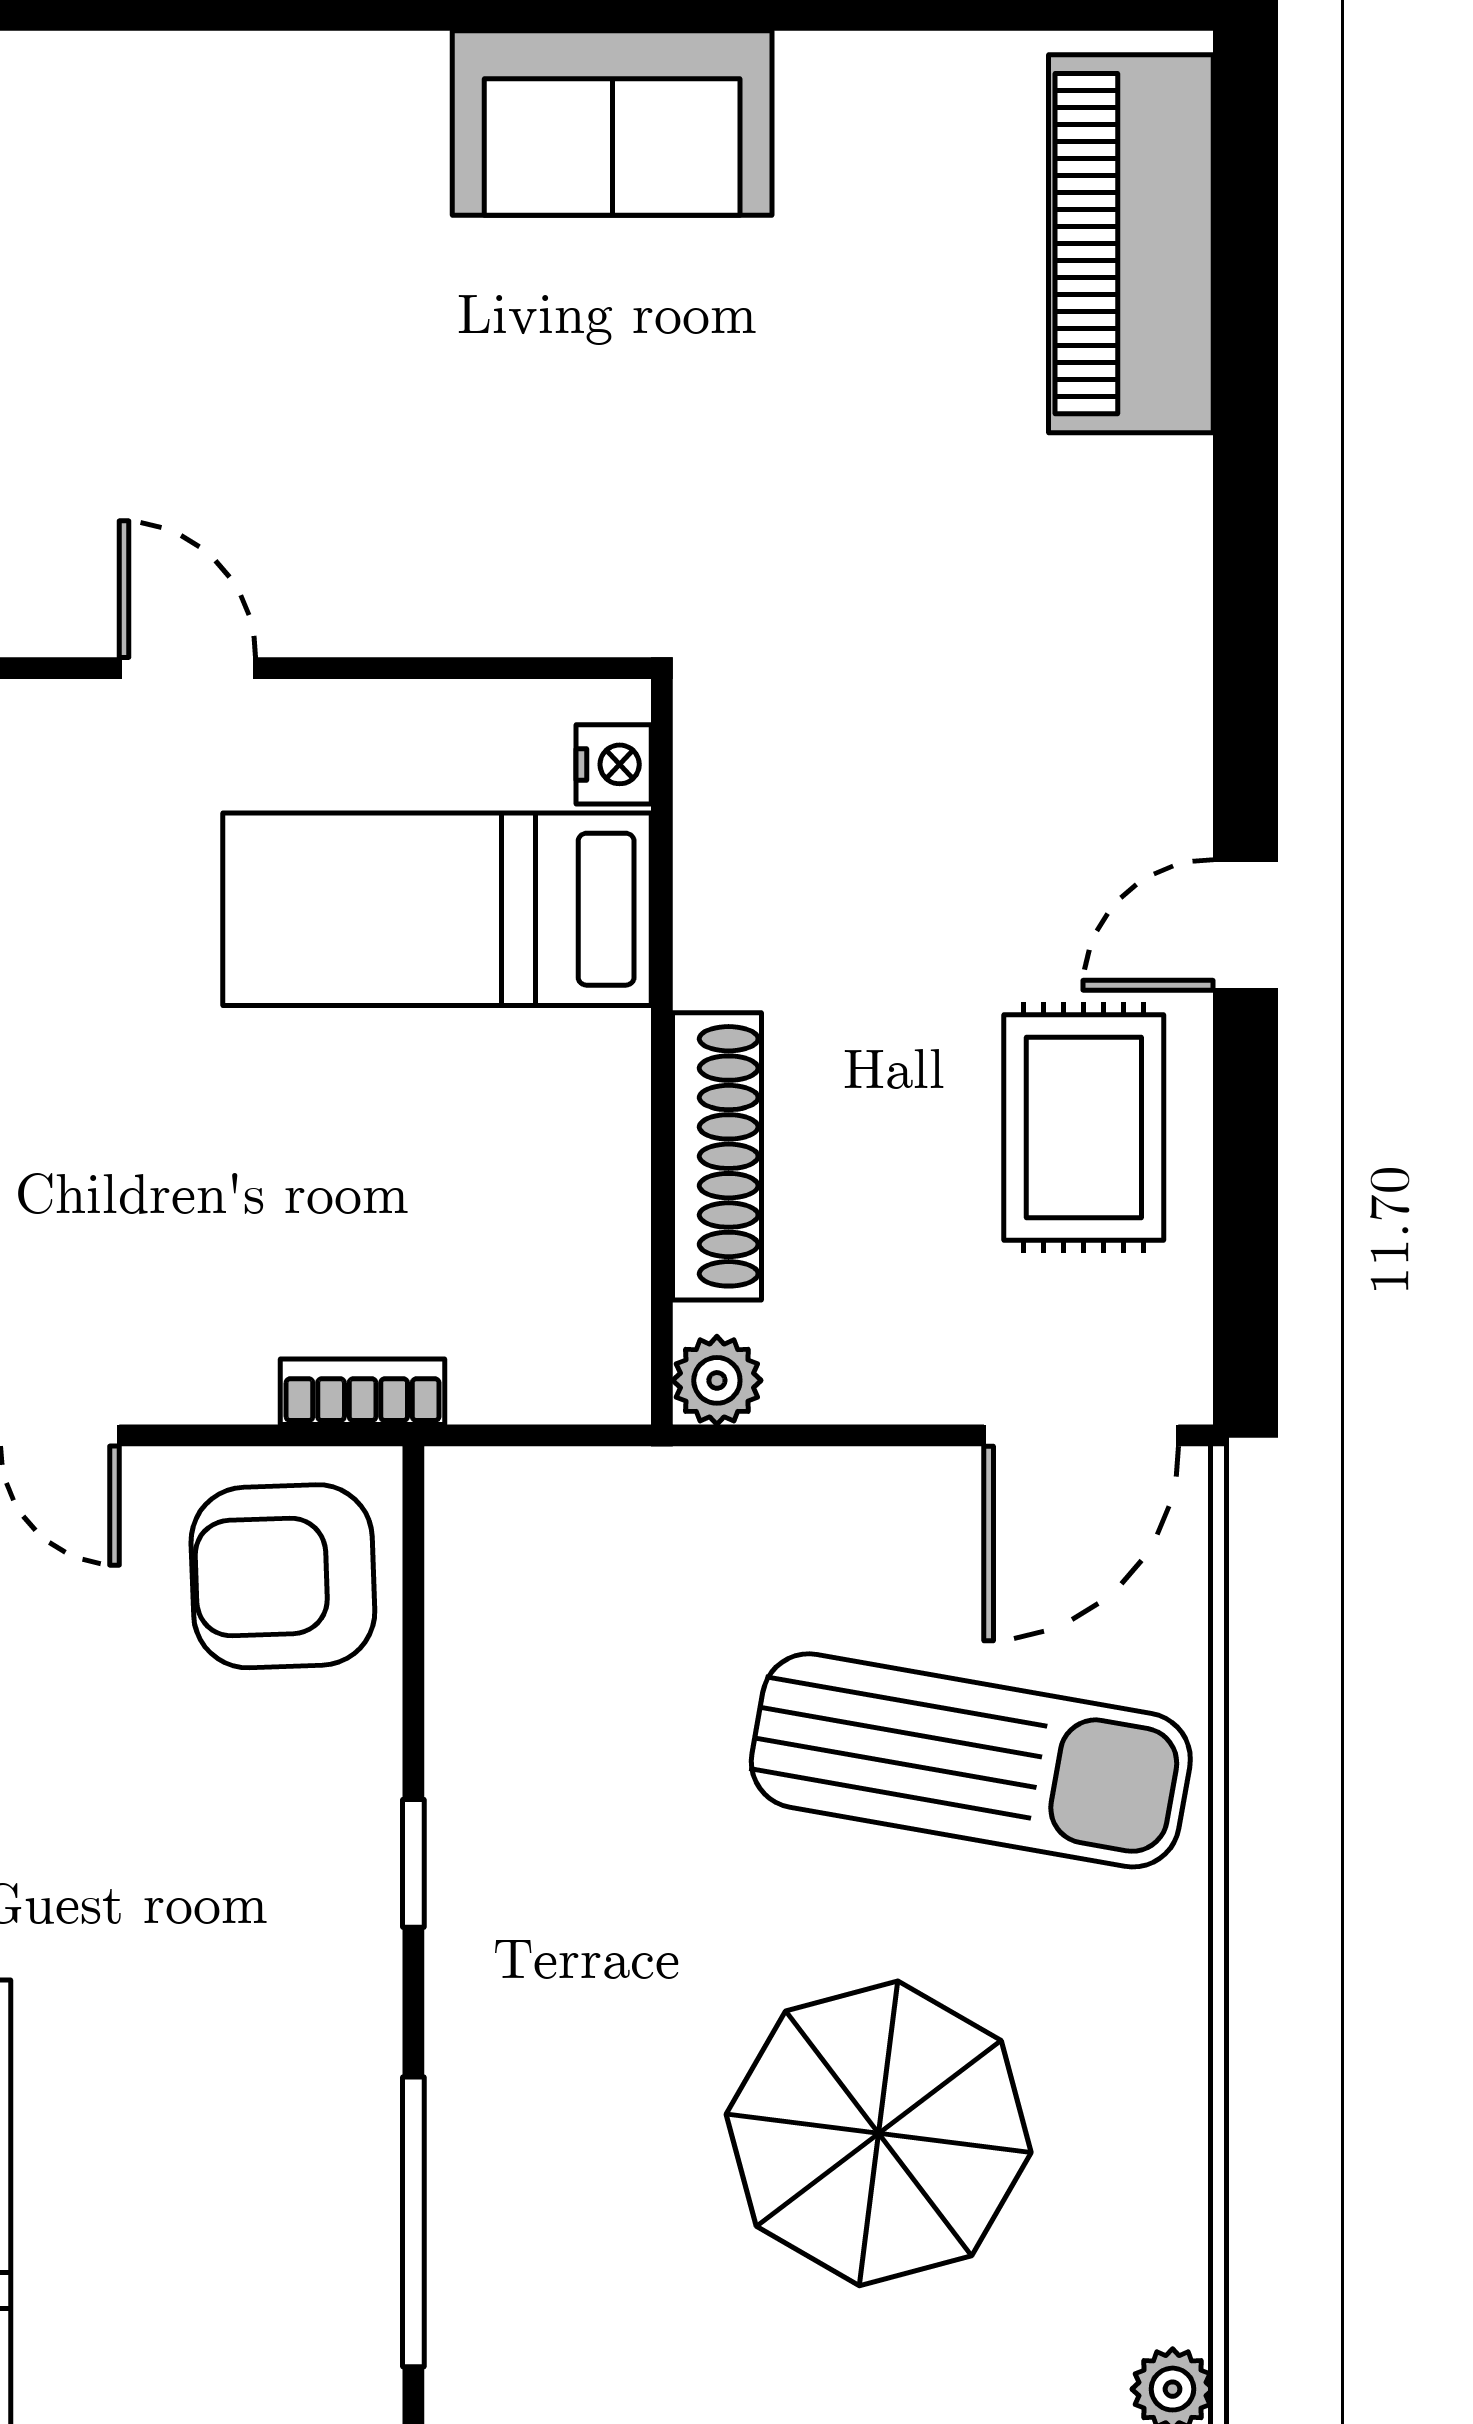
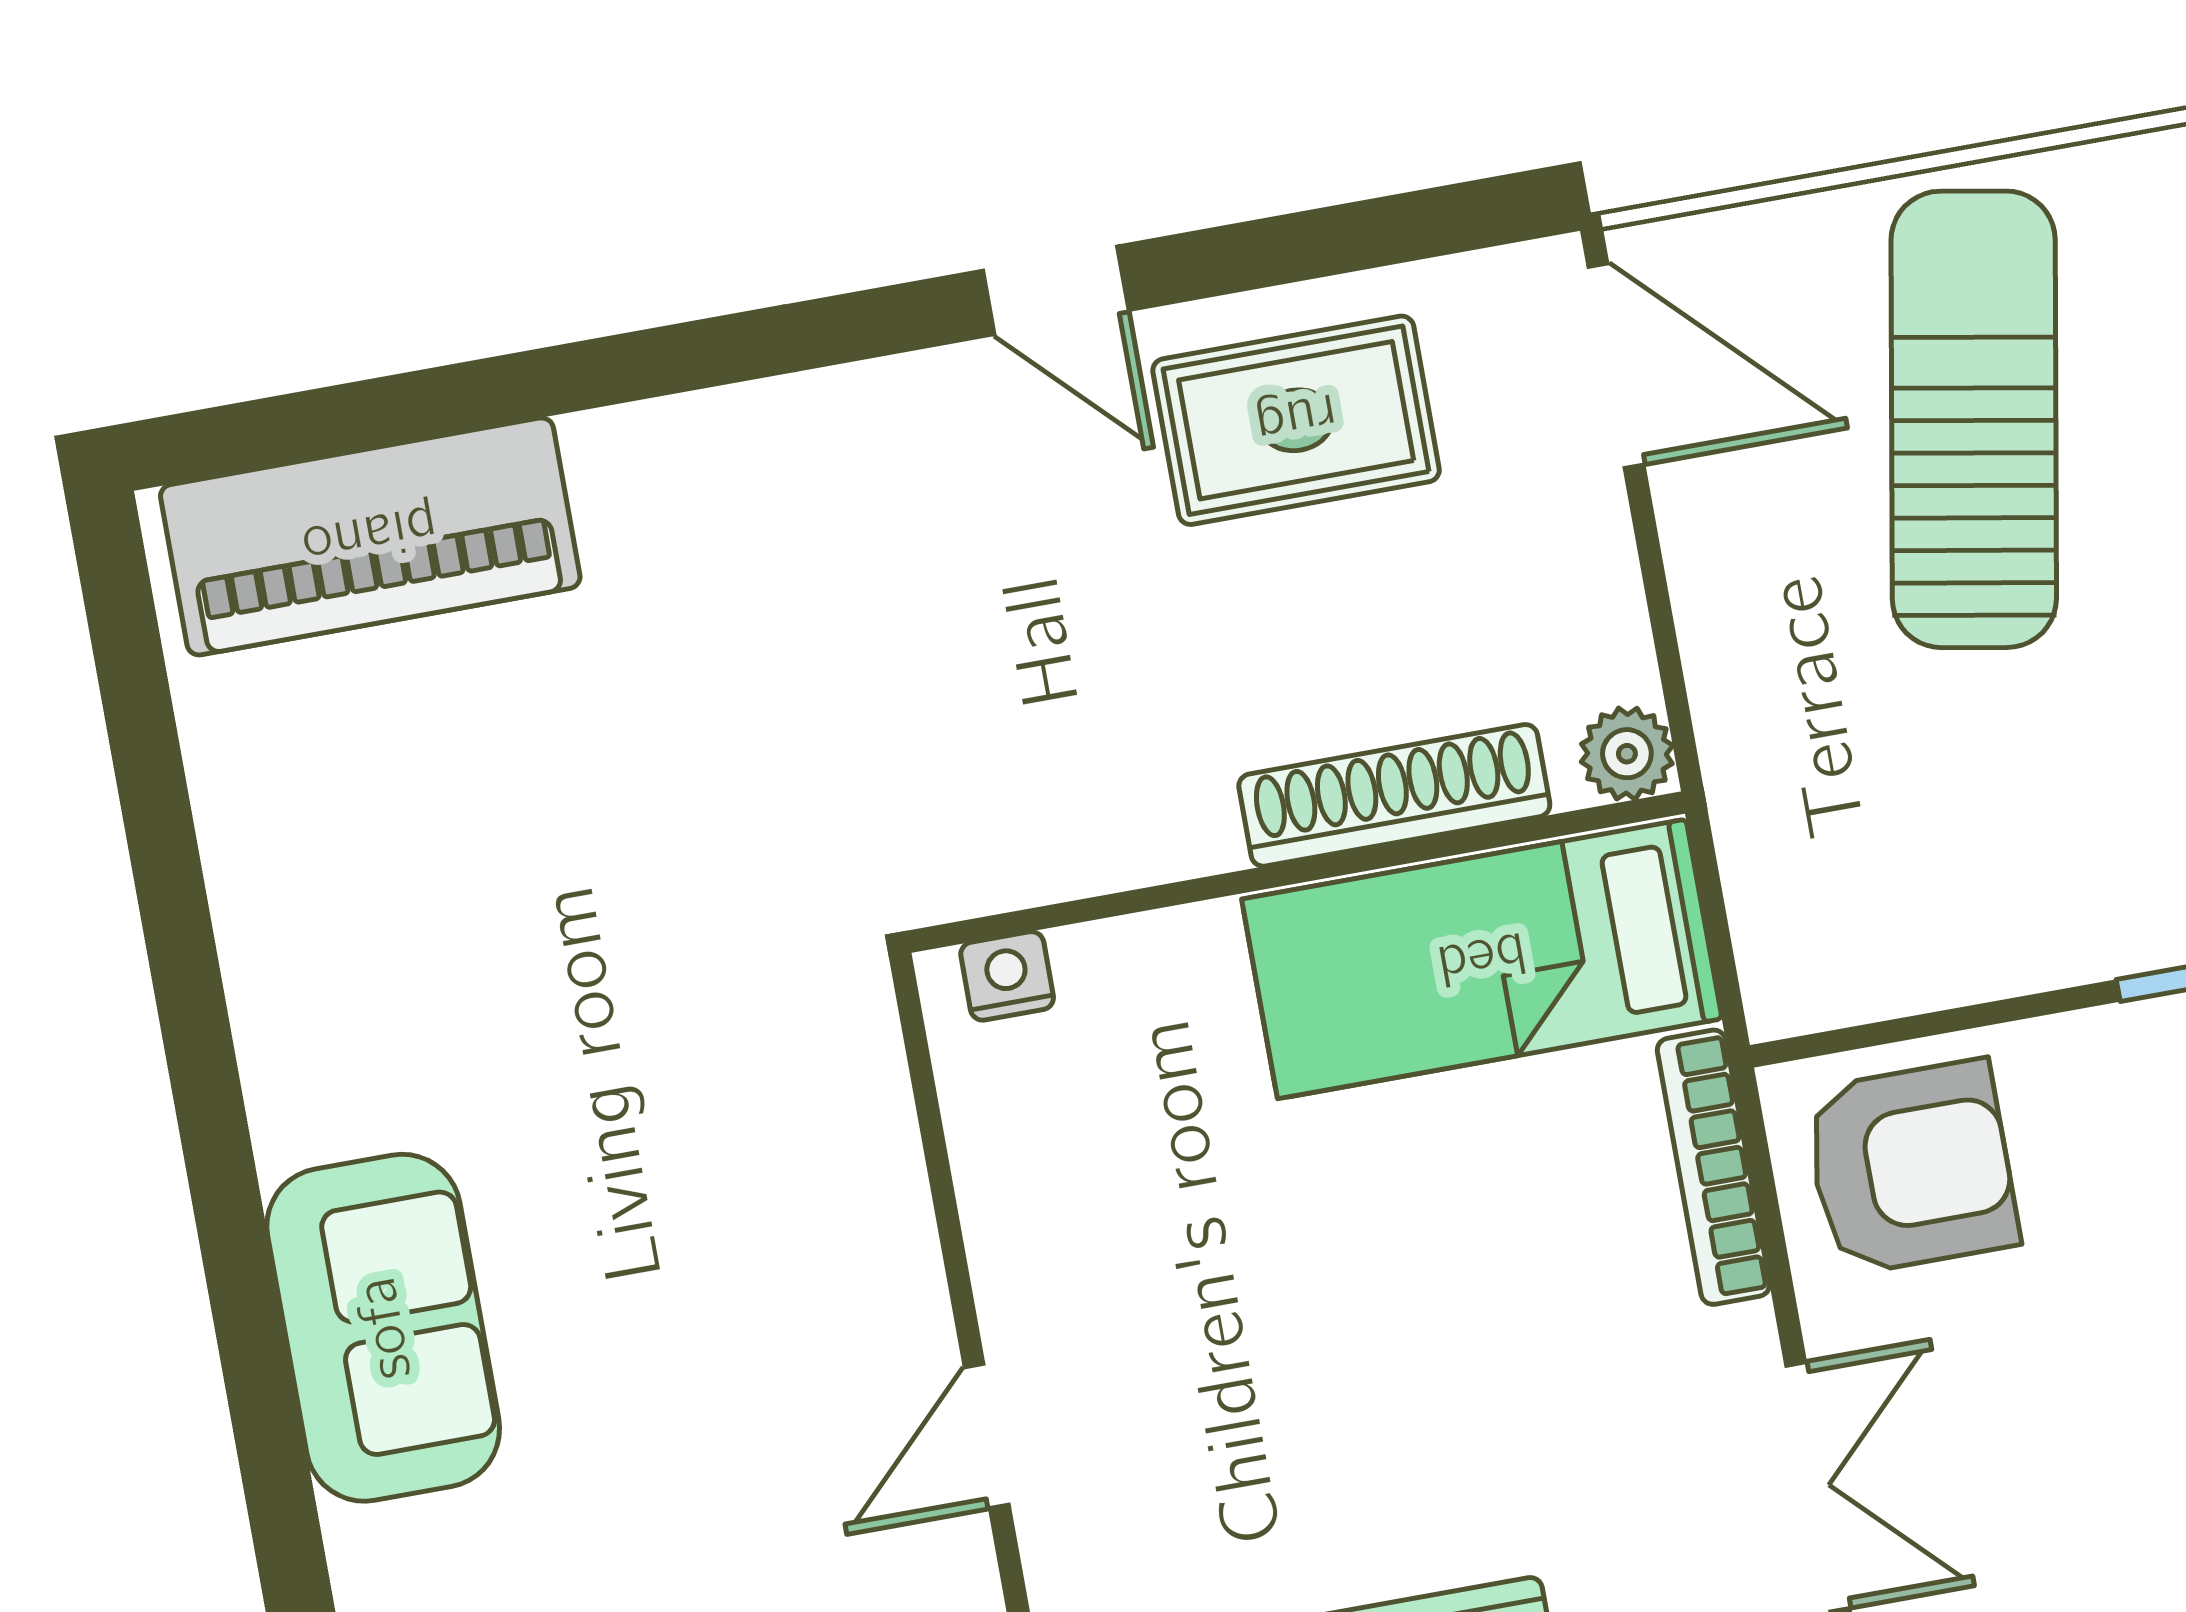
sofa: (612, 123) -> (383, 1328), moved
bed: (437, 909) -> (1482, 959), moved, turned 90
bookcase: (363, 1392) -> (1713, 1167), width x1.56
armchair: (283, 1576) -> (1911, 1167), turned -88

